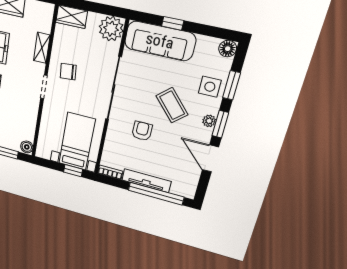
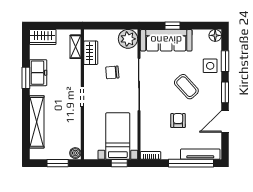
wardrobe: (72, 17) -> (91, 53), moved, turned -90
shelving: (42, 48) -> (76, 47), moved
chair: (68, 72) -> (112, 72), moved
plant: (209, 121) -> (216, 92), removed
armchair: (142, 131) -> (178, 121), moved
door: (210, 158) -> (225, 121), hinge flipped
tv unit: (146, 181) -> (200, 154), moved

